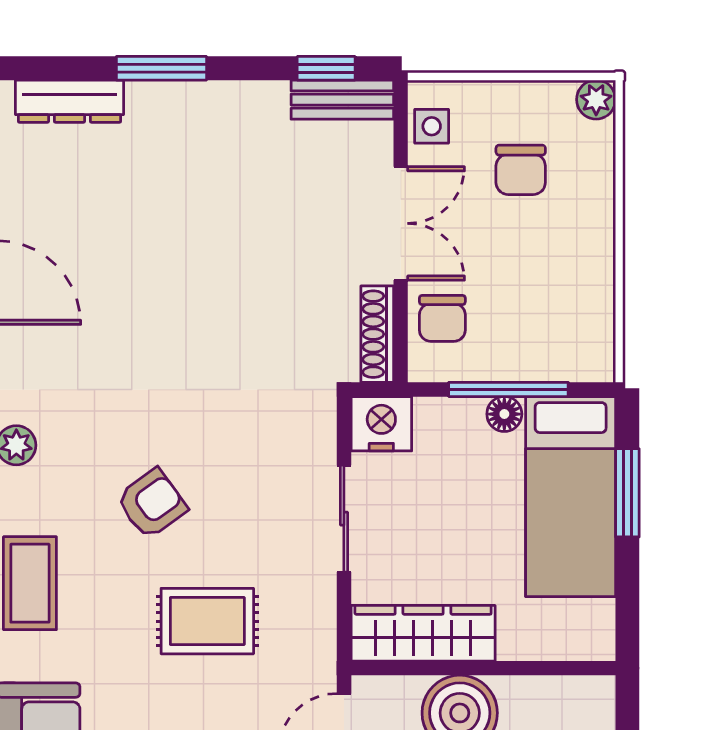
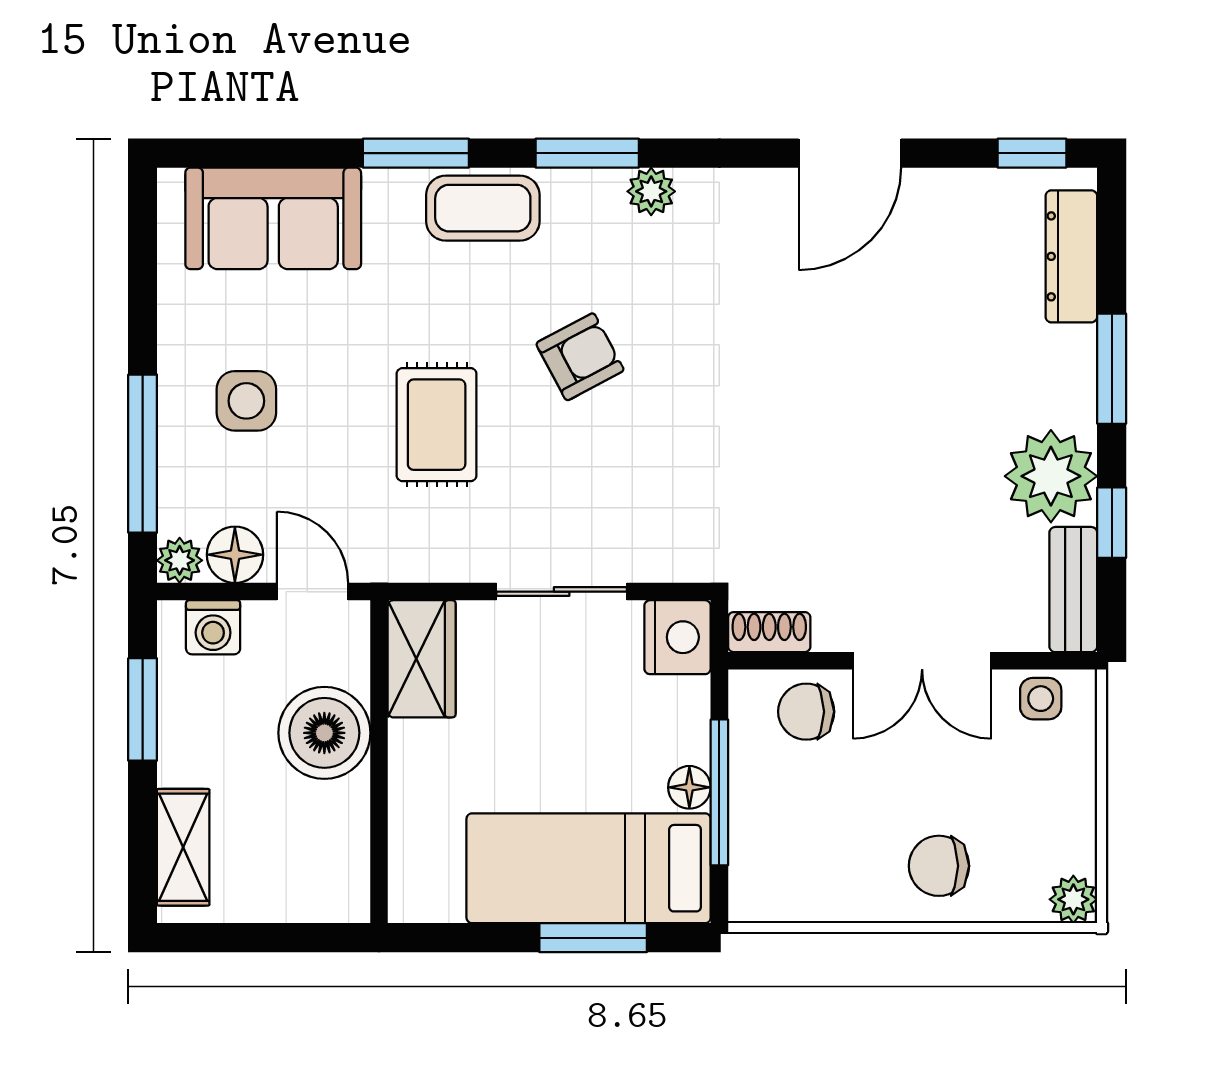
window: (326, 68) -> (1112, 523), moved
plant: (249, 118) -> (1051, 476), added
chair: (521, 170) -> (939, 866), moved
shoe rack: (377, 334) -> (769, 632), width x0.70
armchair: (152, 504) -> (580, 357), turned -82
wardrobe: (423, 633) -> (422, 659), width x0.67

